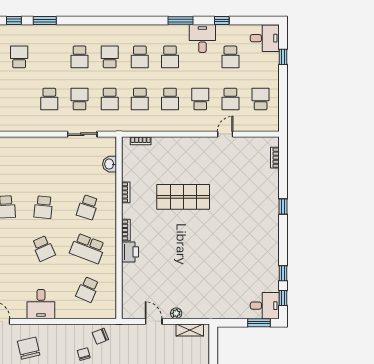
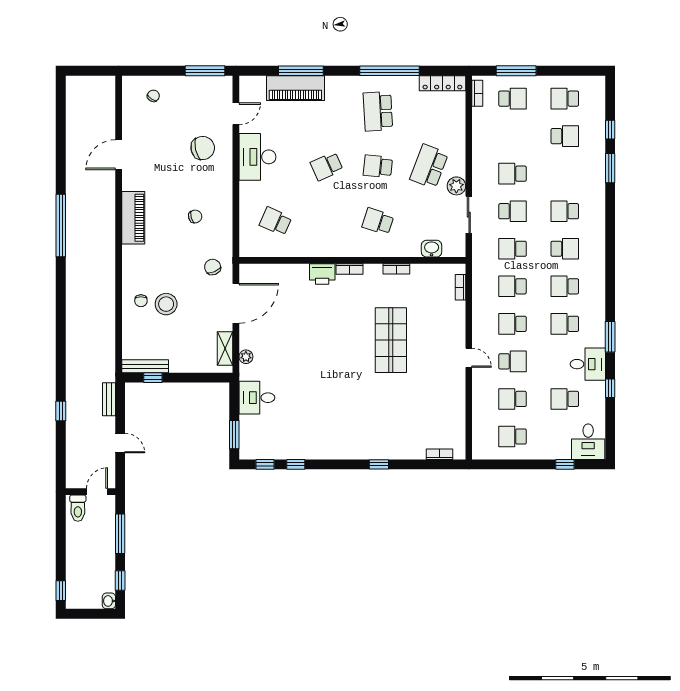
school desk: (261, 99) -> (512, 436), turned 180
door: (225, 134) -> (469, 358), moved
plant: (59, 144) -> (456, 186), added
school desk: (88, 248) -> (429, 166), moved
desk: (41, 304) -> (257, 157), width x1.37
desk: (265, 306) -> (257, 398), moved, turned 90
plant: (176, 313) -> (246, 357), moved
door: (154, 321) -> (236, 303), width x1.87
chair: (100, 336) -> (213, 267), moved

